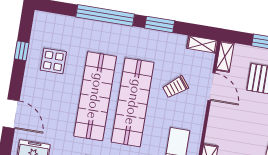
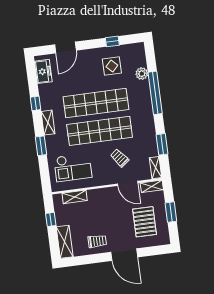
window: (160, 24) -> (162, 144), moved
plant: (75, 25) -> (142, 74), added
door: (212, 87) -> (128, 183), hinge flipped

